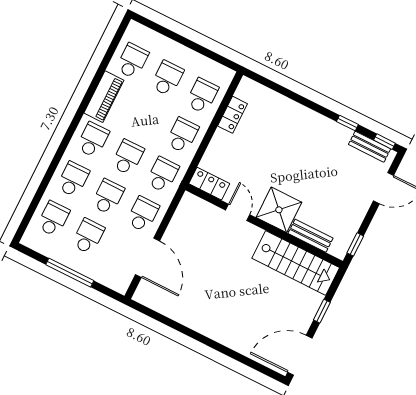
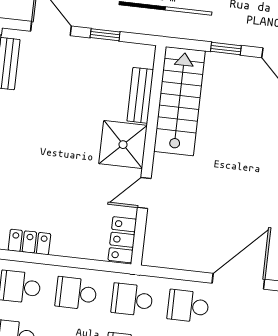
window: (355, 244) -> (105, 35), moved

